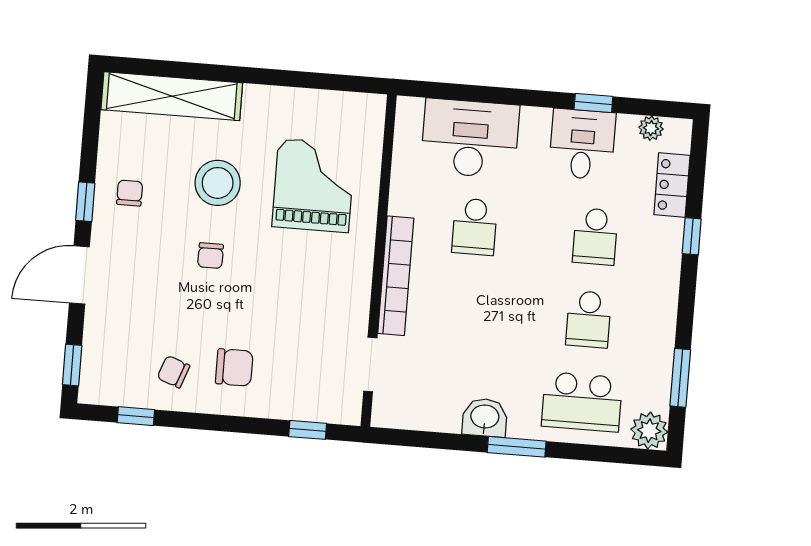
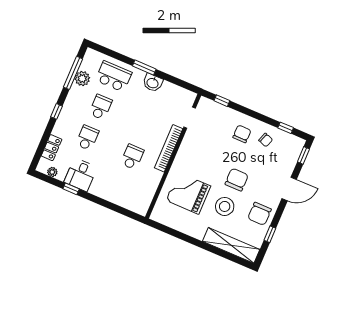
desk: (470, 138) -> (123, 191), removed
grand piano: (314, 185) -> (188, 193), turned 90
chair: (130, 193) -> (260, 214), width x1.87, depth x1.87
window: (85, 202) -> (270, 234), moved
window: (692, 236) -> (57, 111), moved
chair: (211, 256) -> (237, 180), width x1.87, depth x1.87
chair: (234, 367) -> (242, 134), turned 90
window: (680, 378) -> (73, 73), width x1.44
plant: (649, 431) -> (82, 79), moved

